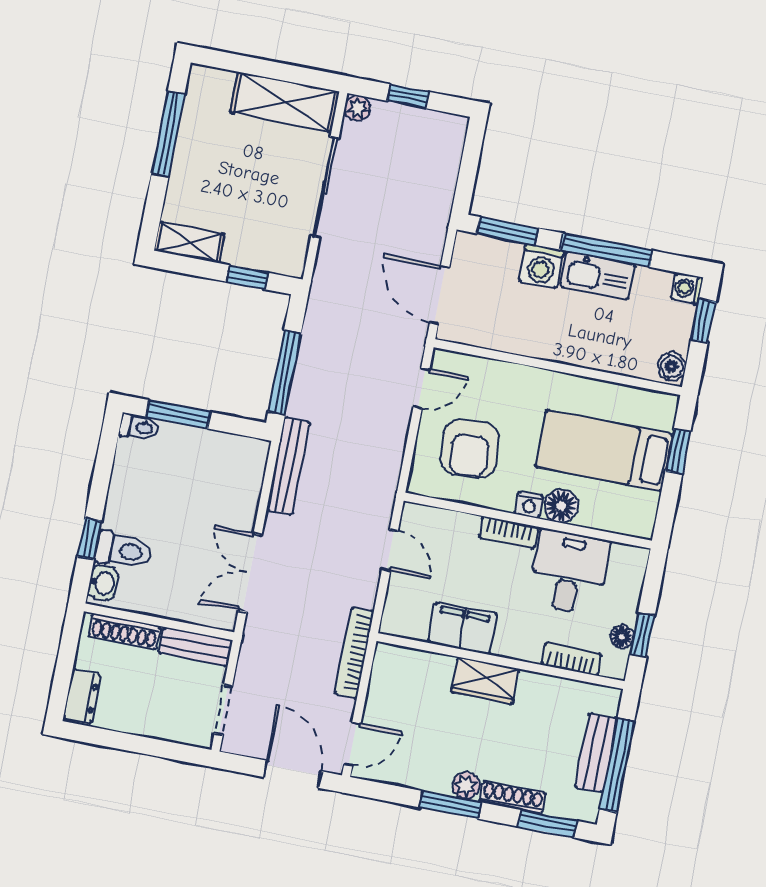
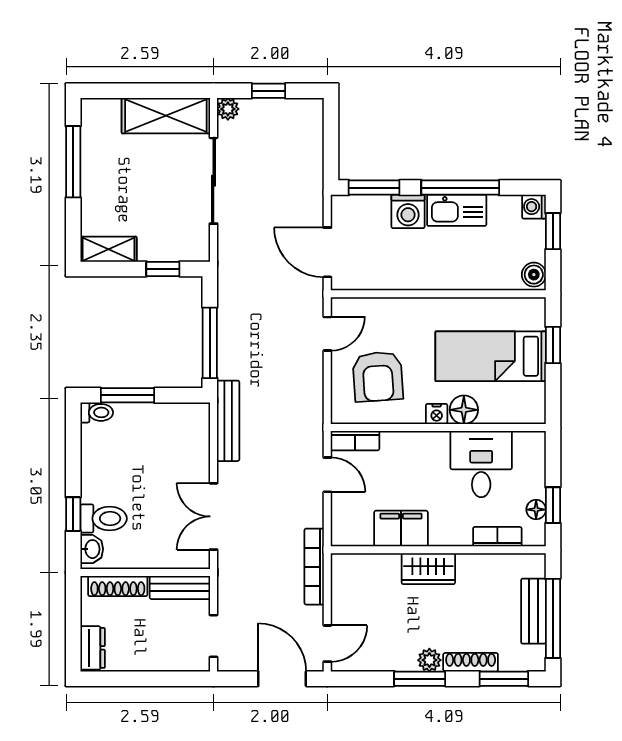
bookcase: (508, 532) -> (355, 441), moved

